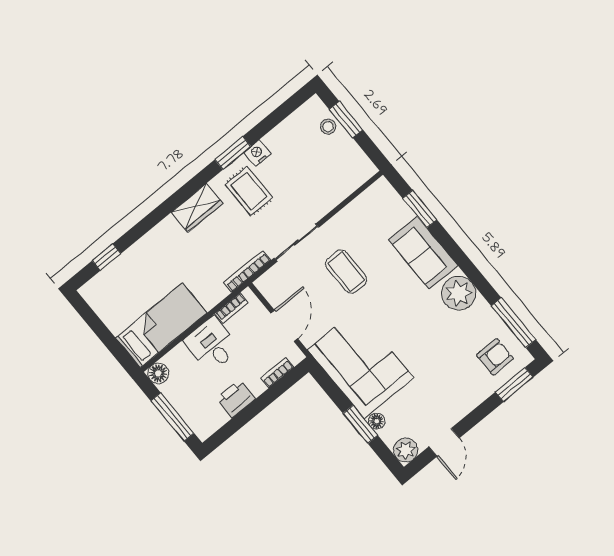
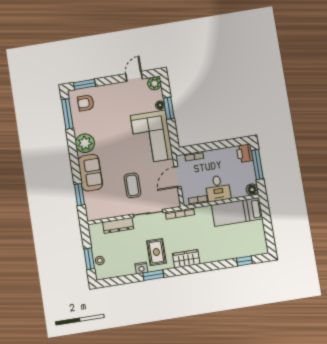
dresser: (332, 197) -> (118, 225), added
printer: (236, 399) -> (245, 153), moved, turned 90

